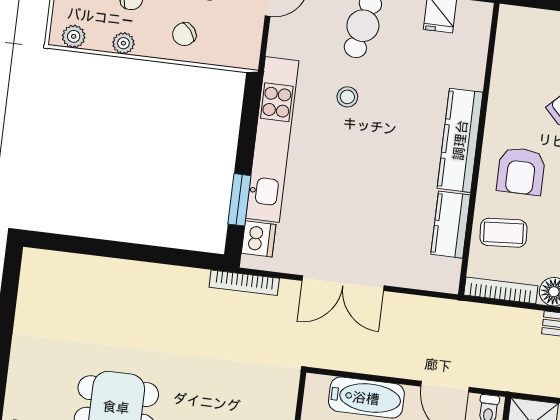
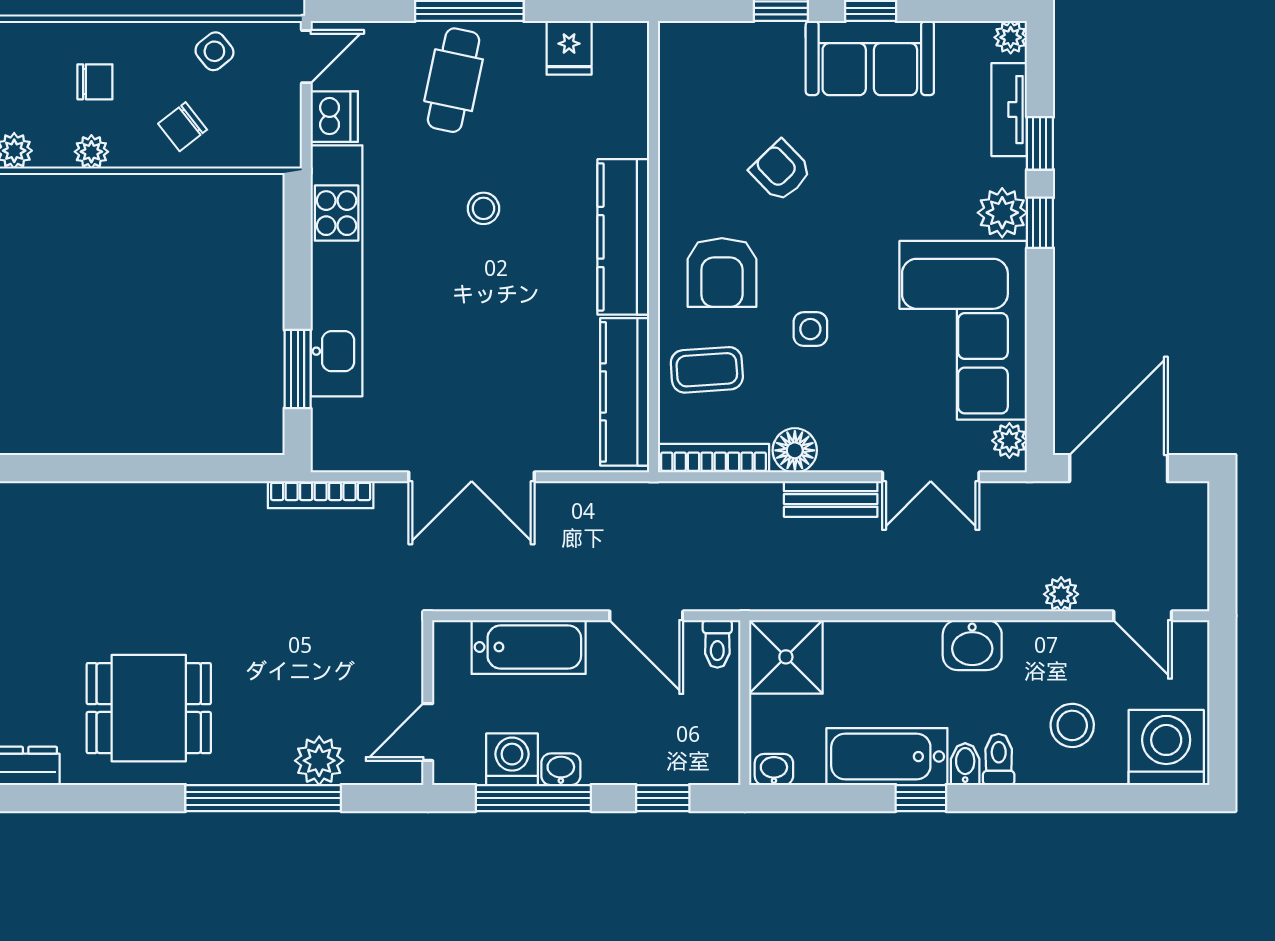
stool: (347, 97) -> (483, 208), moved
kitchen counter: (451, 225) -> (625, 392), width x1.50
dishwasher: (259, 239) -> (334, 117), moved

